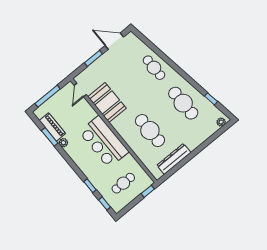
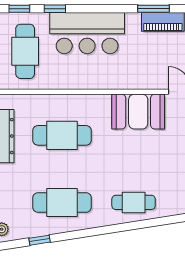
bar counter: (104, 142) -> (87, 33), moved, turned 180
plant: (63, 143) -> (133, 19), removed
cafe table: (123, 183) -> (25, 51), width x1.37, depth x1.35

